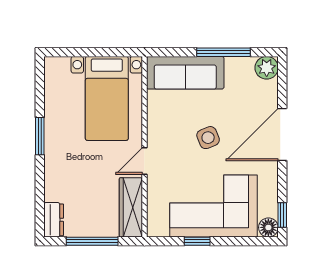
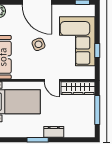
dresser: (54, 220) -> (54, 132), moved
floor lamp: (268, 227) -> (89, 10), removed

